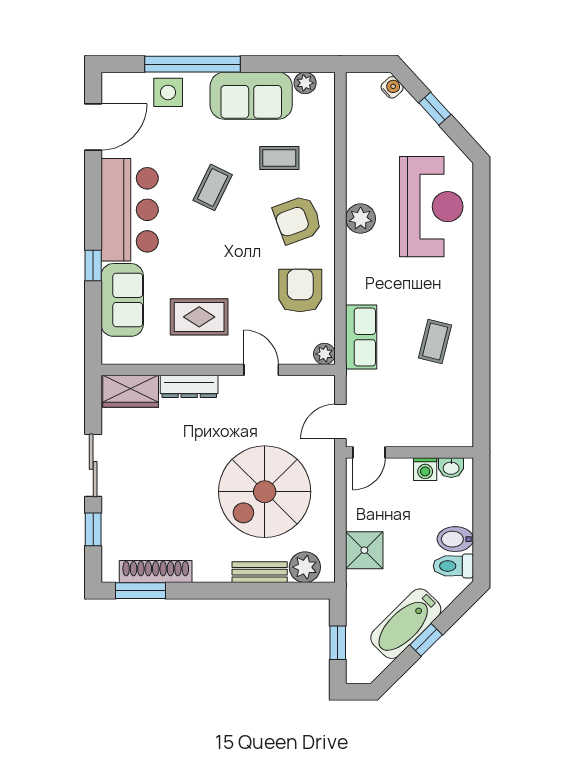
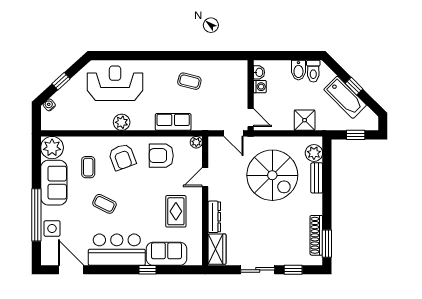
plant: (305, 83) -> (52, 148), width x1.87, depth x1.87
row of seats: (361, 337) -> (173, 122), moved

